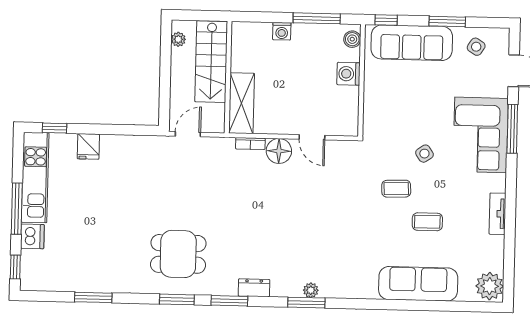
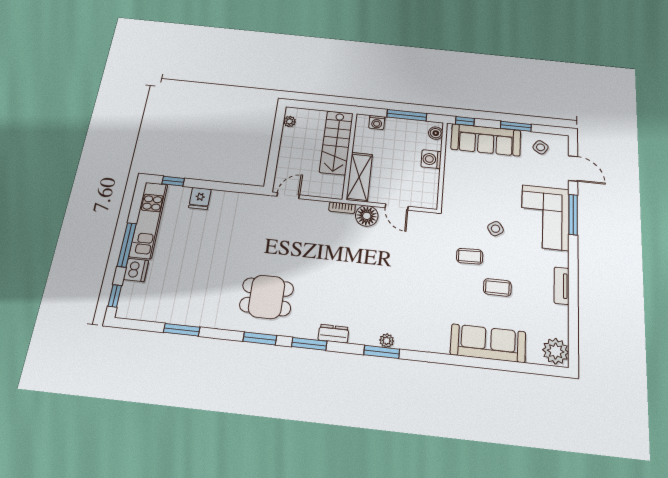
stairs: (211, 62) -> (336, 143), moved
wall: (228, 77) -> (350, 156), moved
shelving: (242, 103) -> (359, 177), moved

